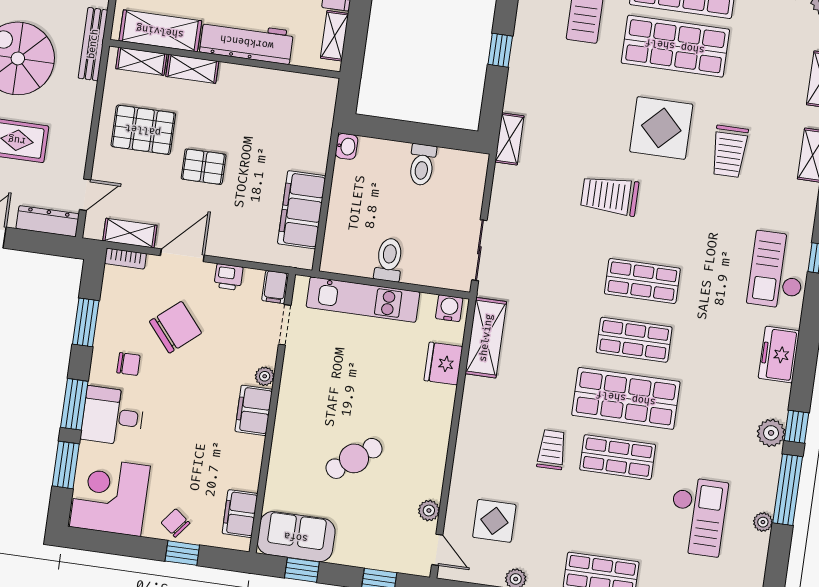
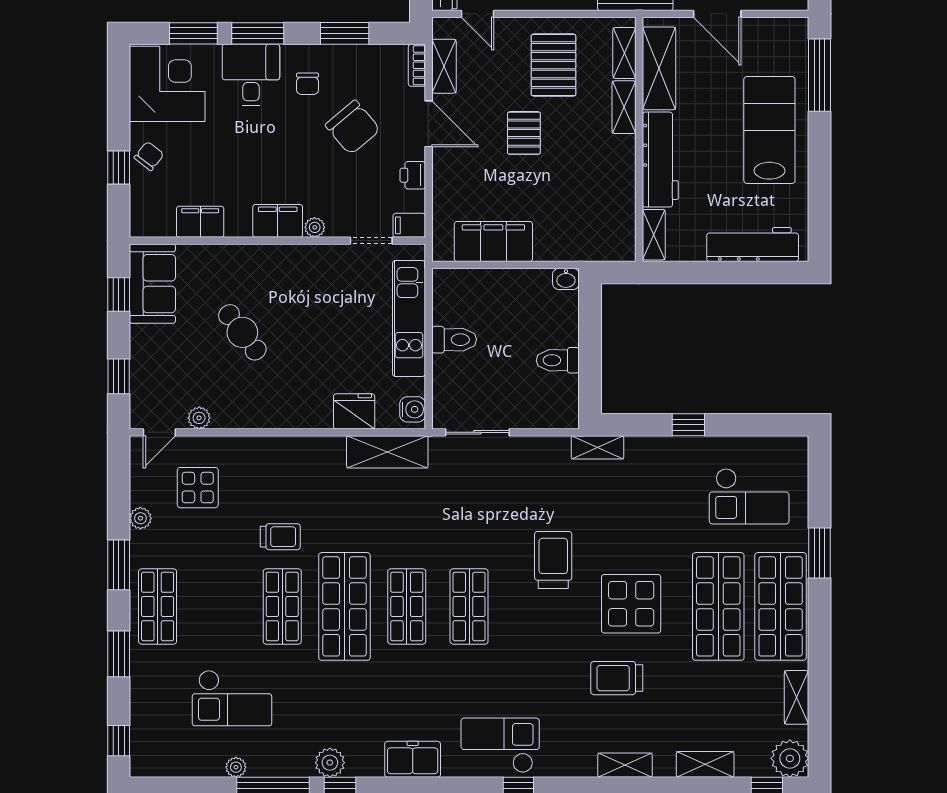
shelving: (335, 36) -> (654, 235), moved, turned 90
filing cabinet: (240, 514) -> (200, 222), moved

